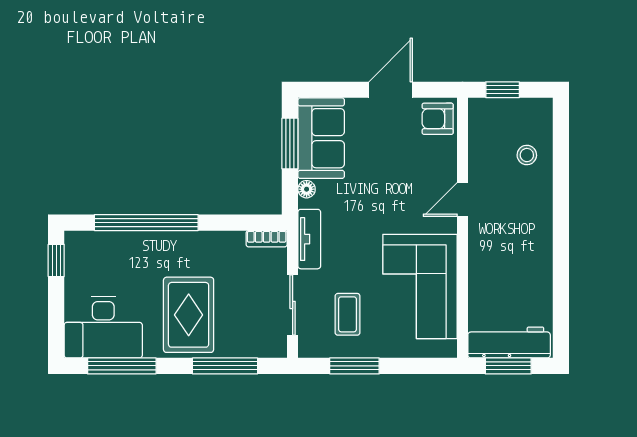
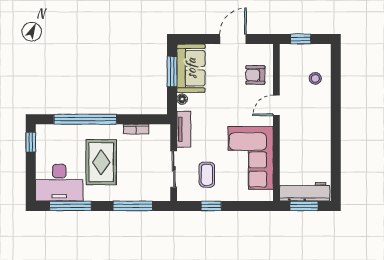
armchair: (438, 119) -> (255, 75), moved
bookcase: (267, 239) -> (136, 129), moved
rug: (189, 315) -> (101, 162), moved
window: (354, 366) -> (211, 206), width x0.67

